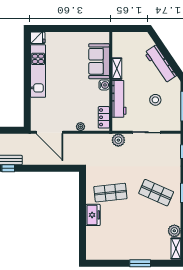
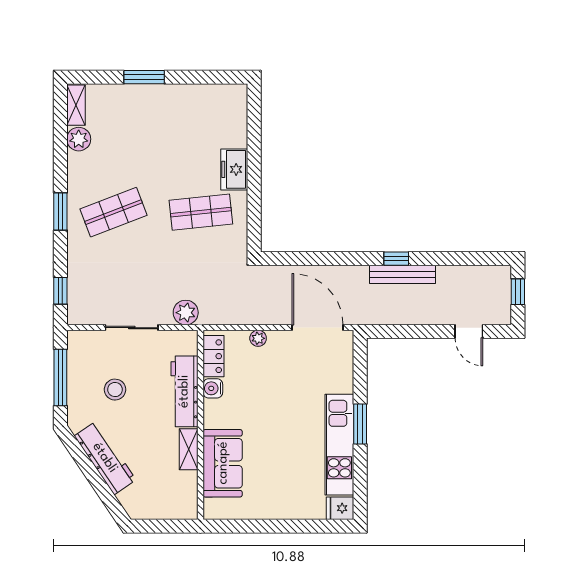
window: (27, 82) -> (360, 424), added
water cooler: (104, 85) -> (213, 388), moved
shop shelf: (156, 193) -> (113, 212), turned -45

